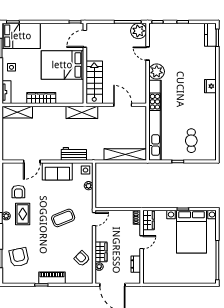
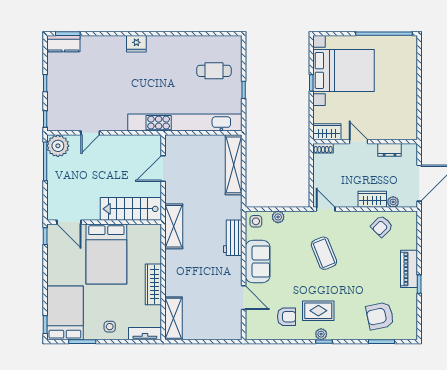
plant: (157, 72) -> (116, 120), removed

